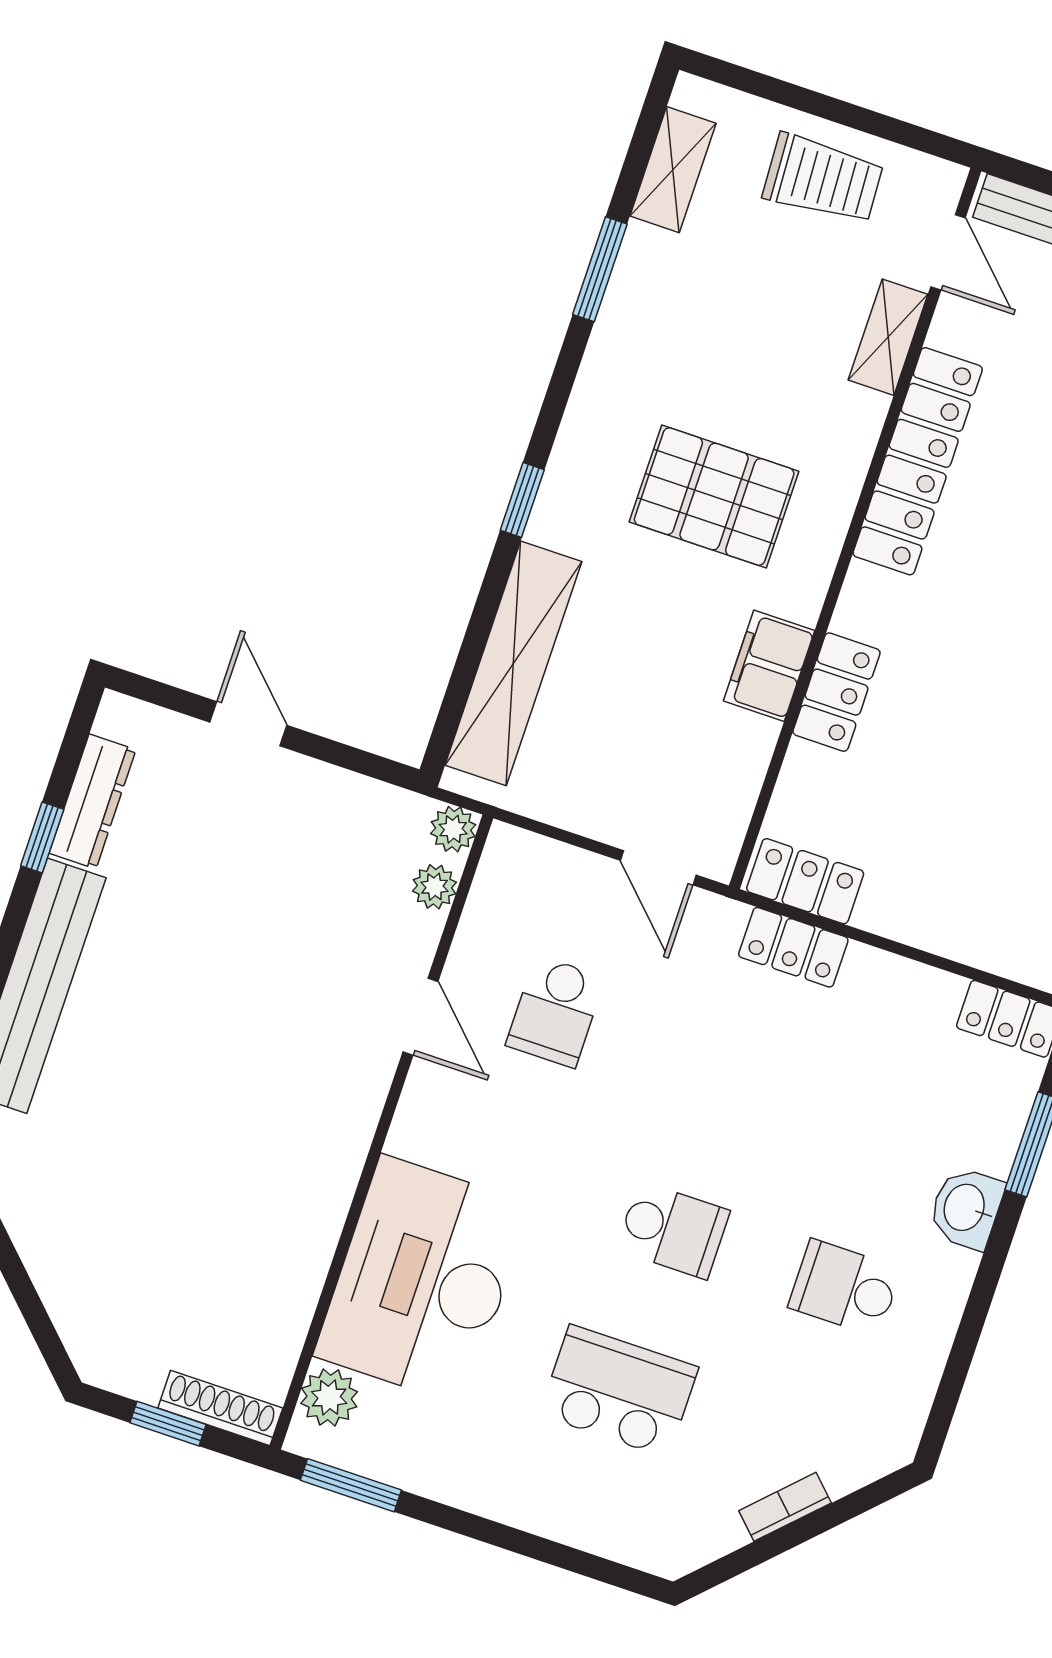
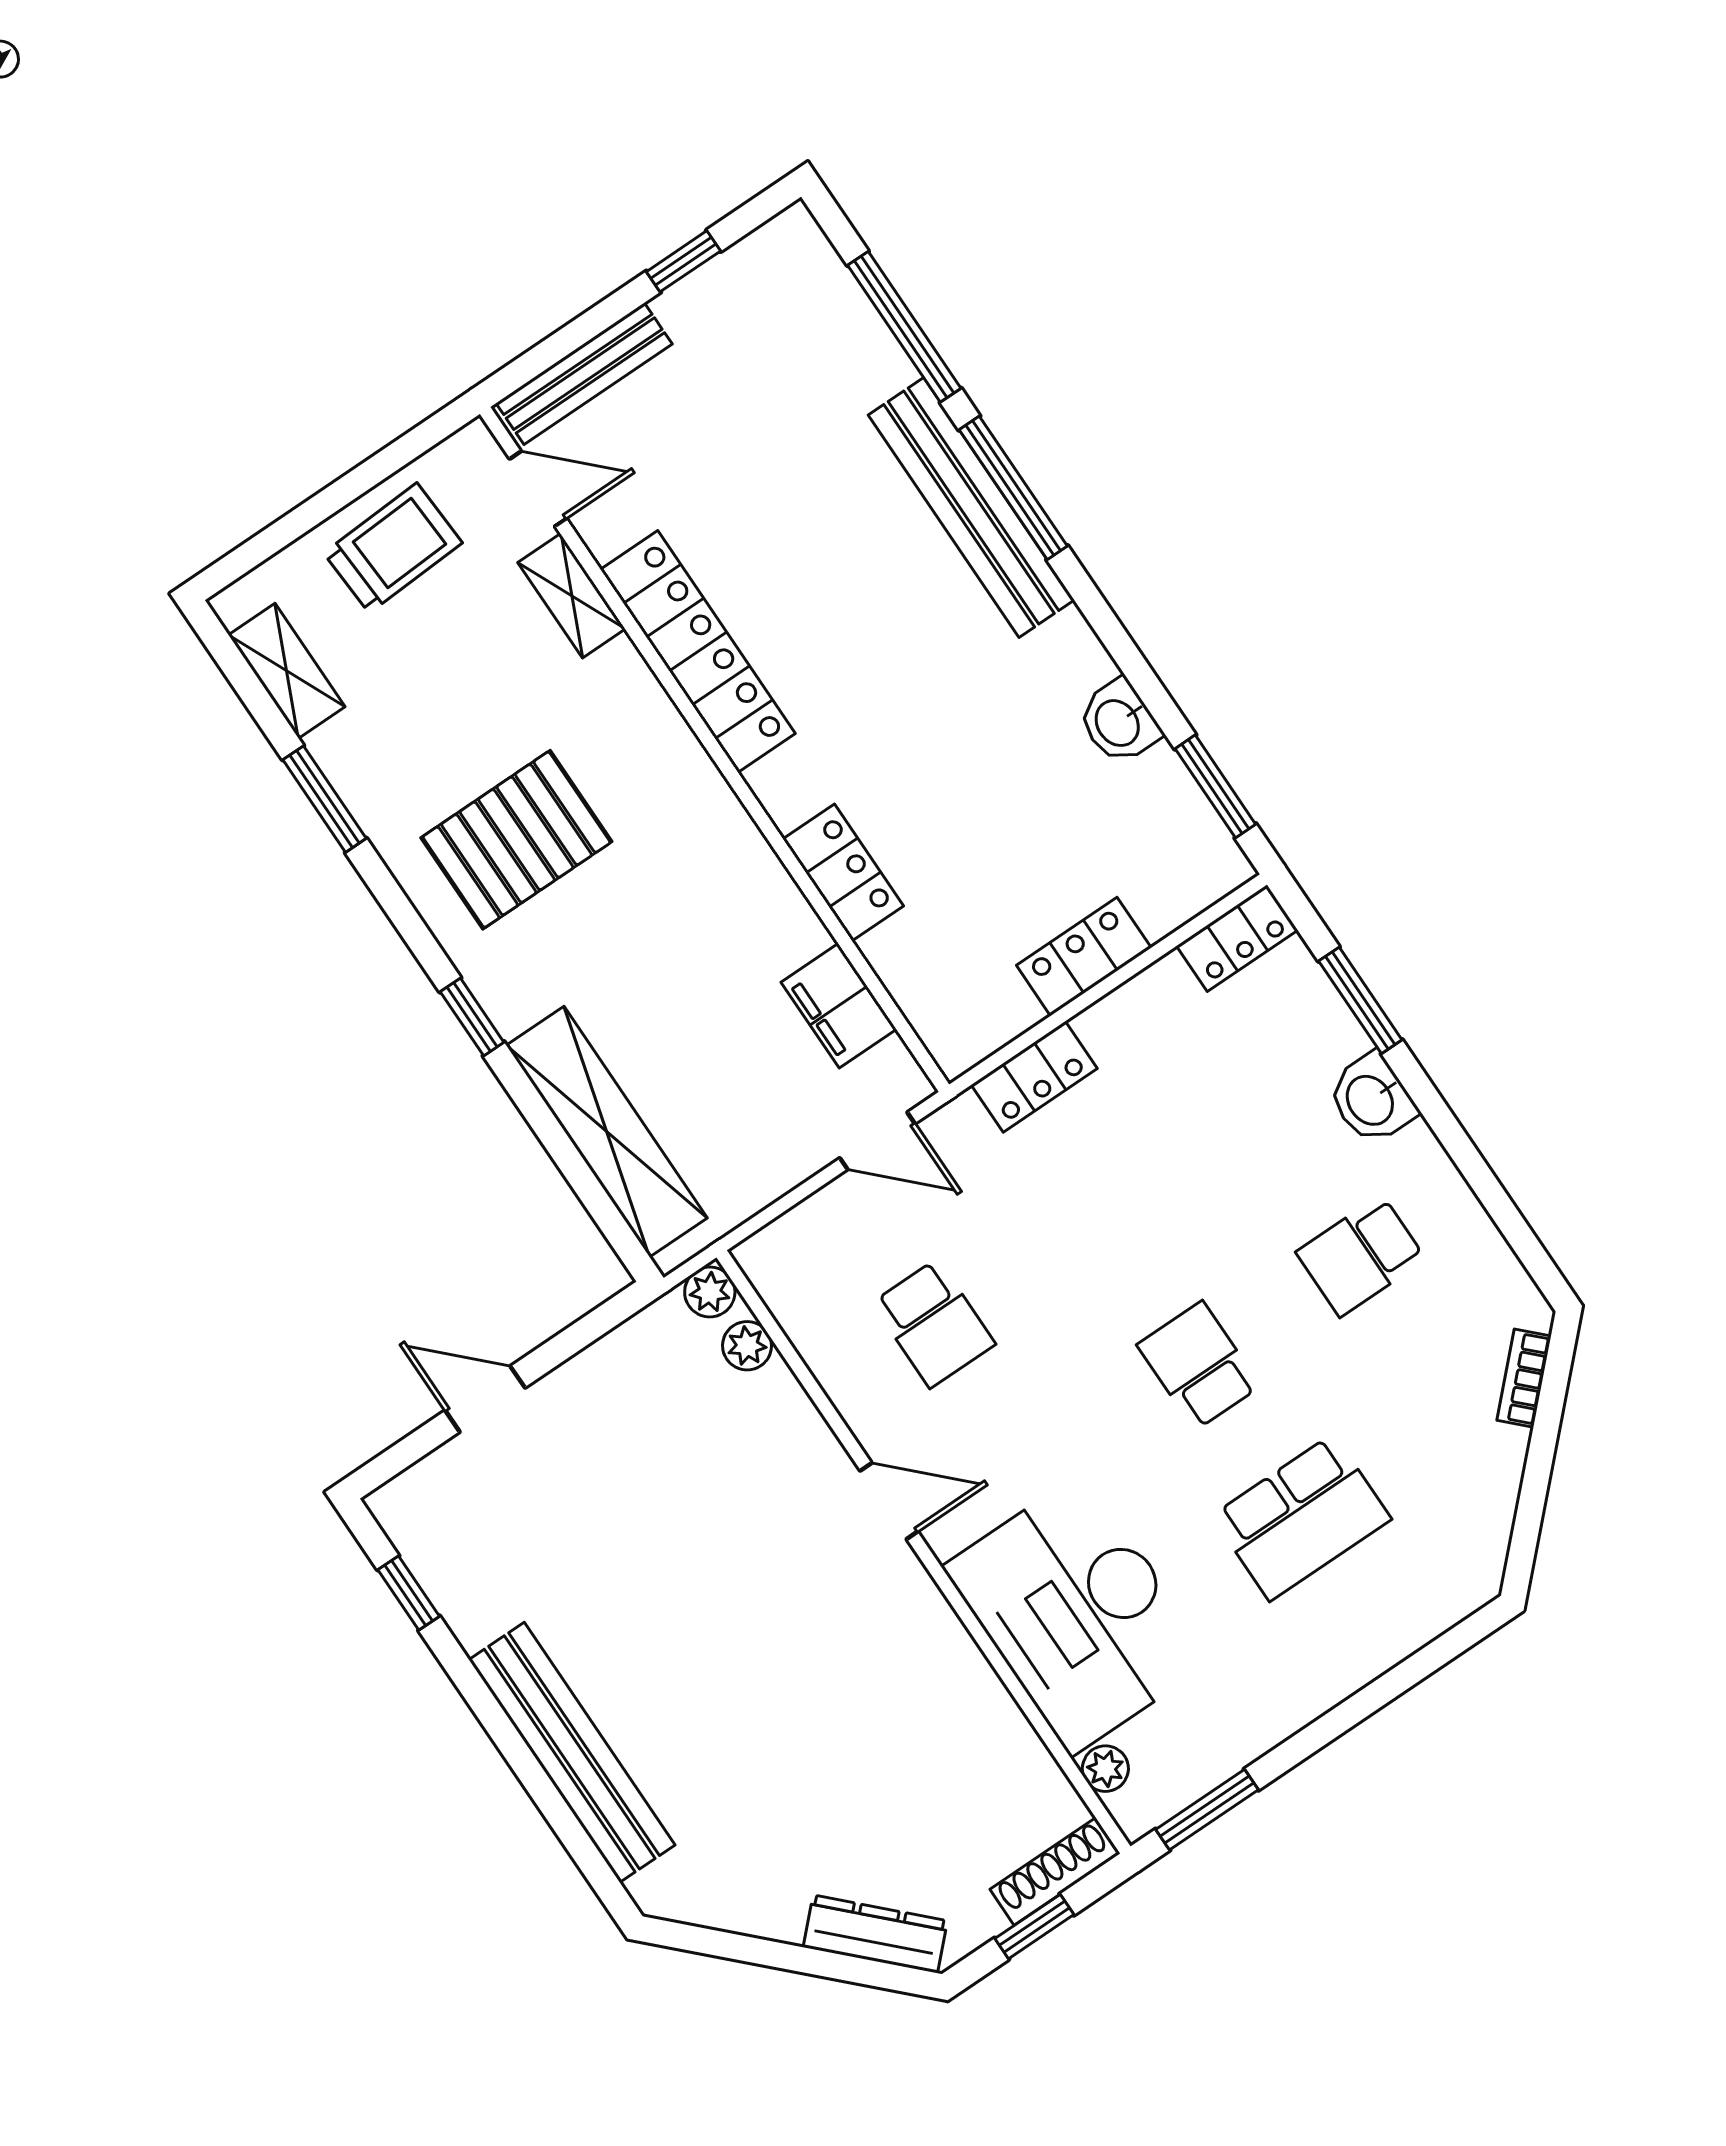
pallet: (714, 497) -> (516, 840), moved
filing cabinet: (769, 666) -> (839, 1006), moved
dresser: (92, 801) -> (875, 1934), moved, turned -45
window: (42, 837) -> (409, 1593), moved
locker: (805, 881) -> (1084, 957), moved
door: (420, 1017) -> (889, 1501), moved
school desk: (673, 1230) -> (1199, 1366), turned -90
school desk: (619, 1391) -> (1302, 1517), turned 180
plant: (329, 1397) -> (1105, 1769), width x0.73, depth x0.73
bookcase: (785, 1507) -> (1524, 1378), moved

